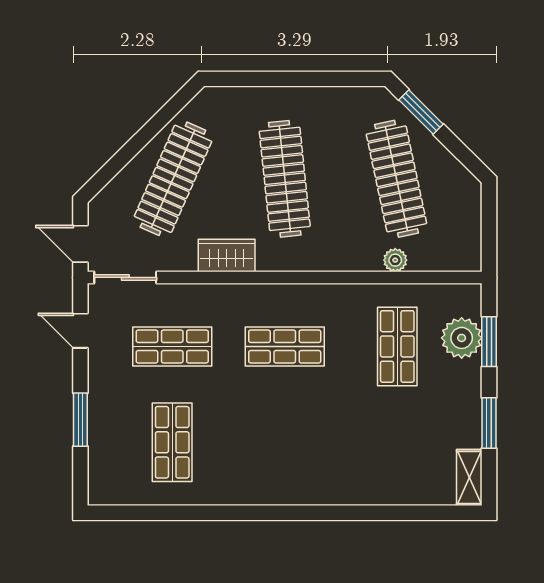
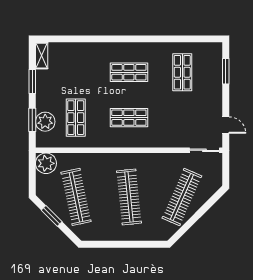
window: (421, 112) -> (52, 216), moved
door: (80, 244) -> (226, 166), removed
wardrobe: (227, 255) -> (156, 161), removed
plant: (395, 260) -> (46, 163), moved, width x1.88, depth x1.88
shop shelf: (172, 346) -> (129, 72), moved
window: (80, 420) -> (226, 71), moved

